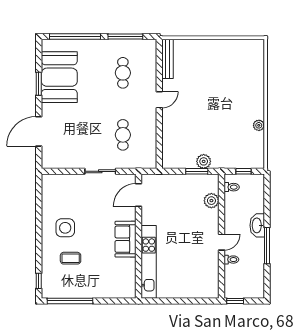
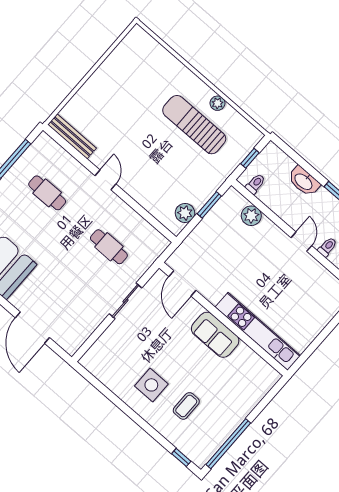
sun lounger: (235, 123) -> (194, 125), added
plant: (204, 161) -> (185, 213), moved
washbasin: (257, 225) -> (304, 181), moved

